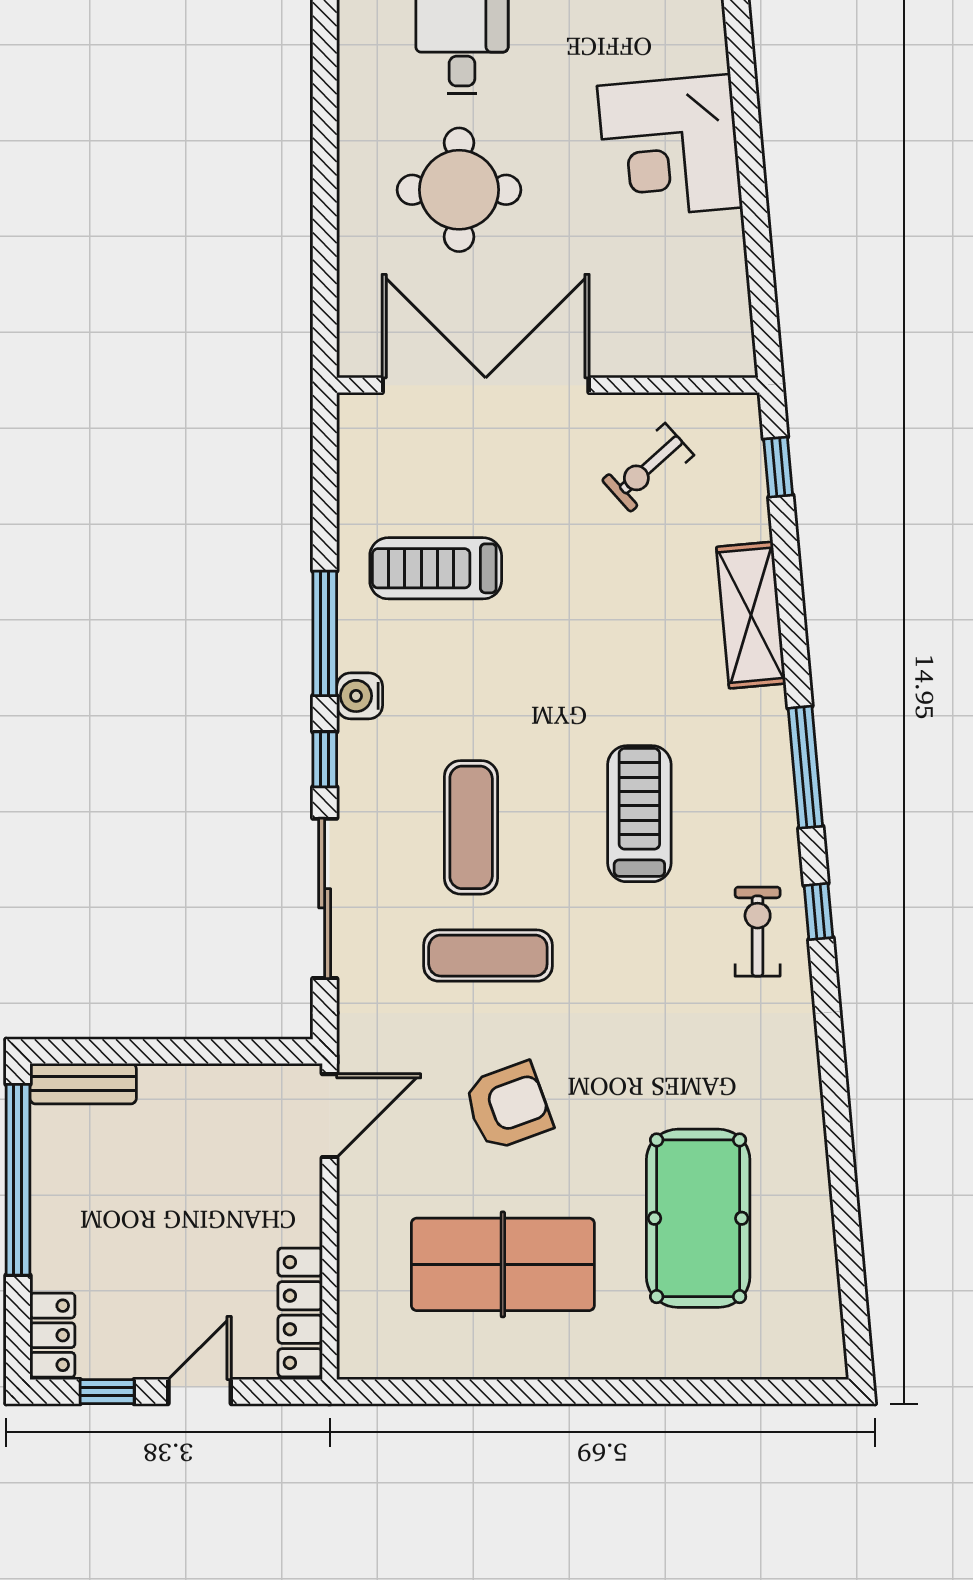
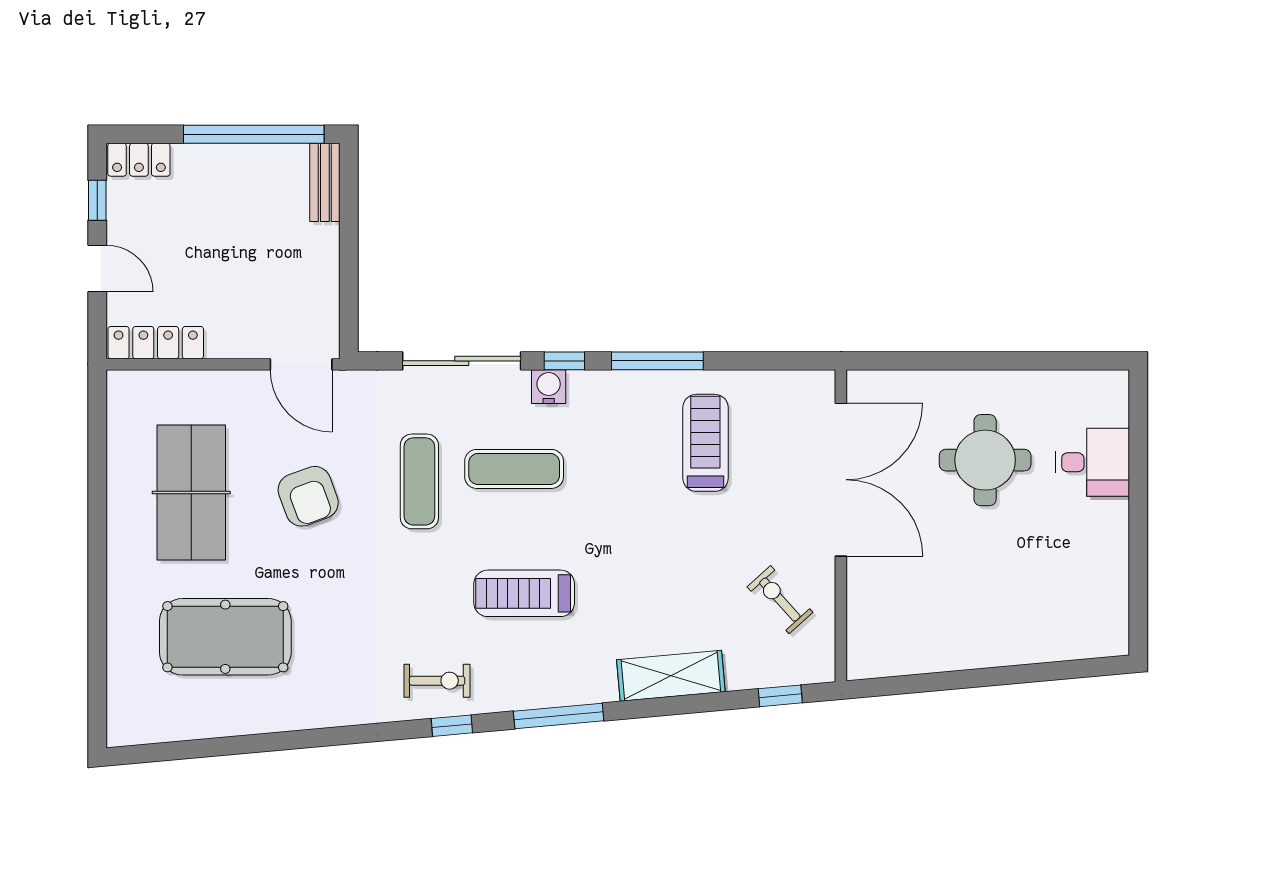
corner desk: (670, 147) -> (1017, 616), removed
water cooler: (360, 696) -> (549, 387), moved
treadmill: (639, 814) -> (524, 593), turned 180

